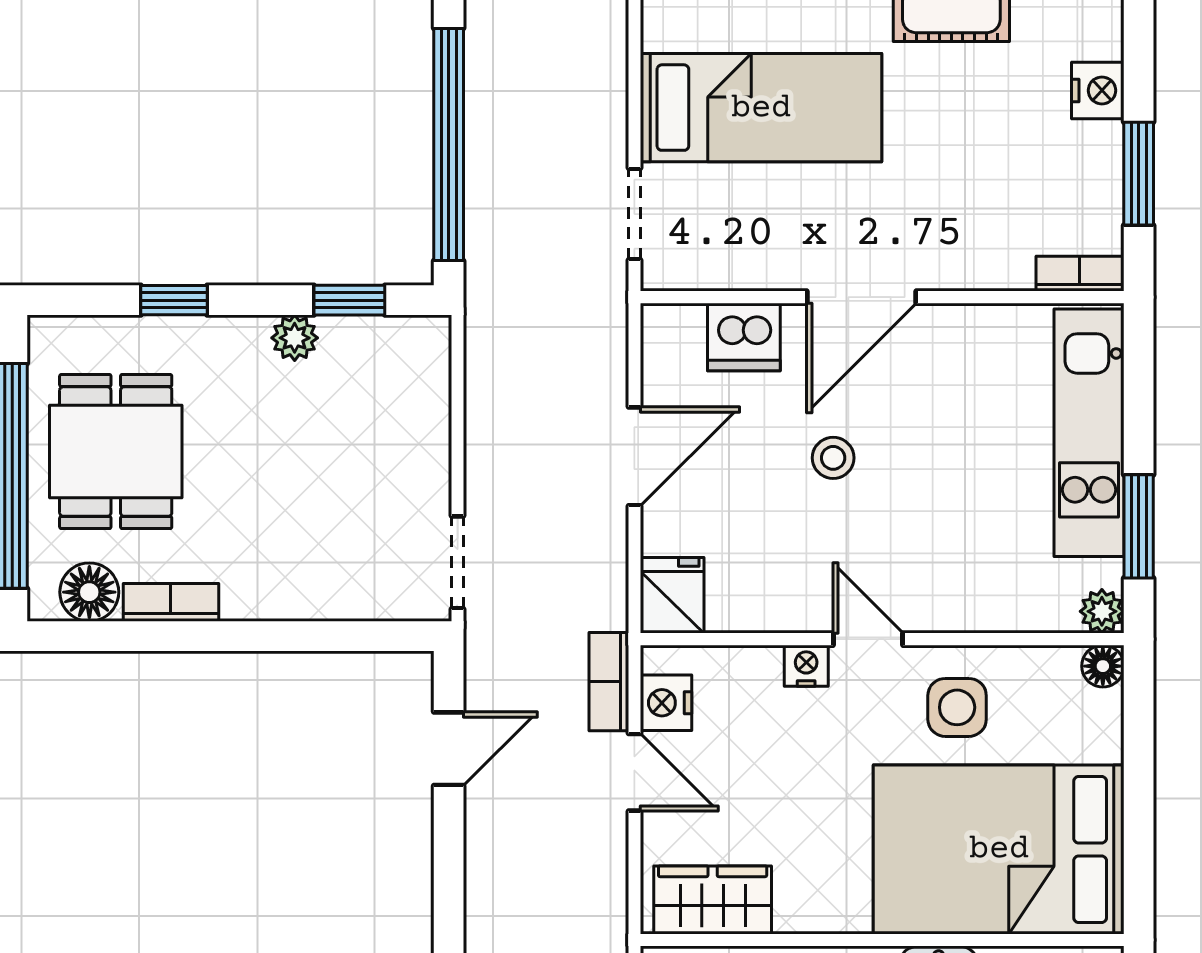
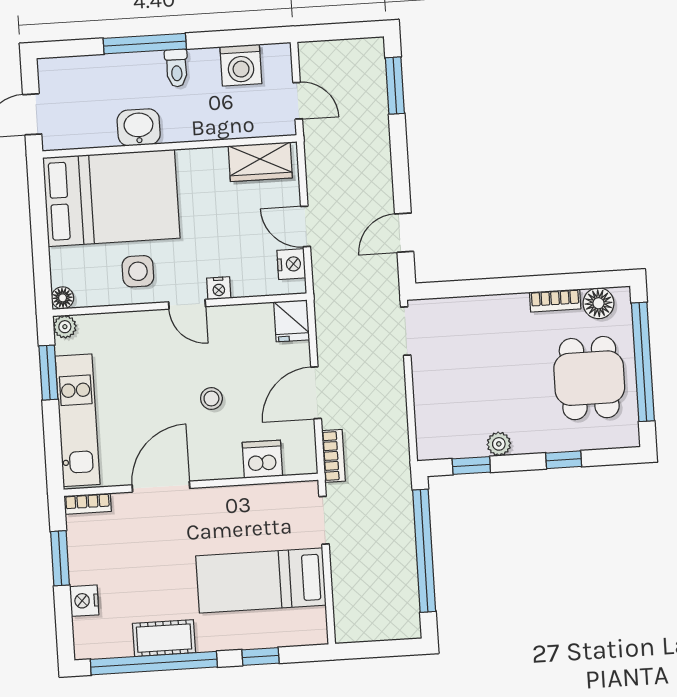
door: (861, 297) -> (161, 487), moved
bookcase: (609, 682) -> (334, 456), moved

